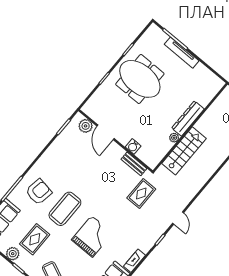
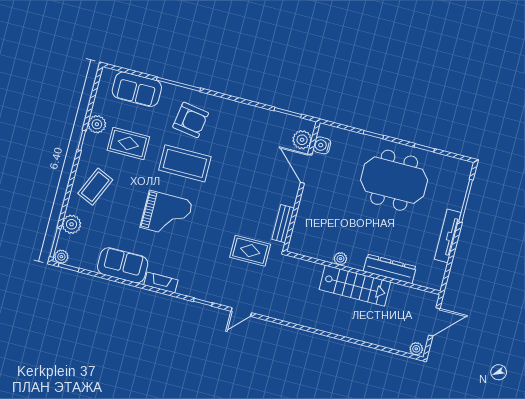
tv unit: (182, 53) -> (448, 236), moved
meeting table: (140, 79) -> (394, 180), turned 90
dresser: (188, 118) -> (390, 269), moved
door: (105, 132) -> (306, 169), hinge flipped
water cooler: (133, 146) -> (322, 145), moved
stairs: (184, 151) -> (355, 286), moved

